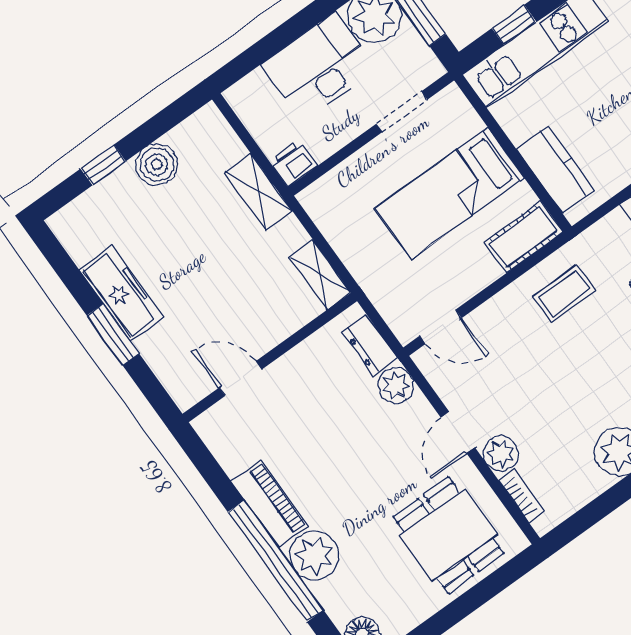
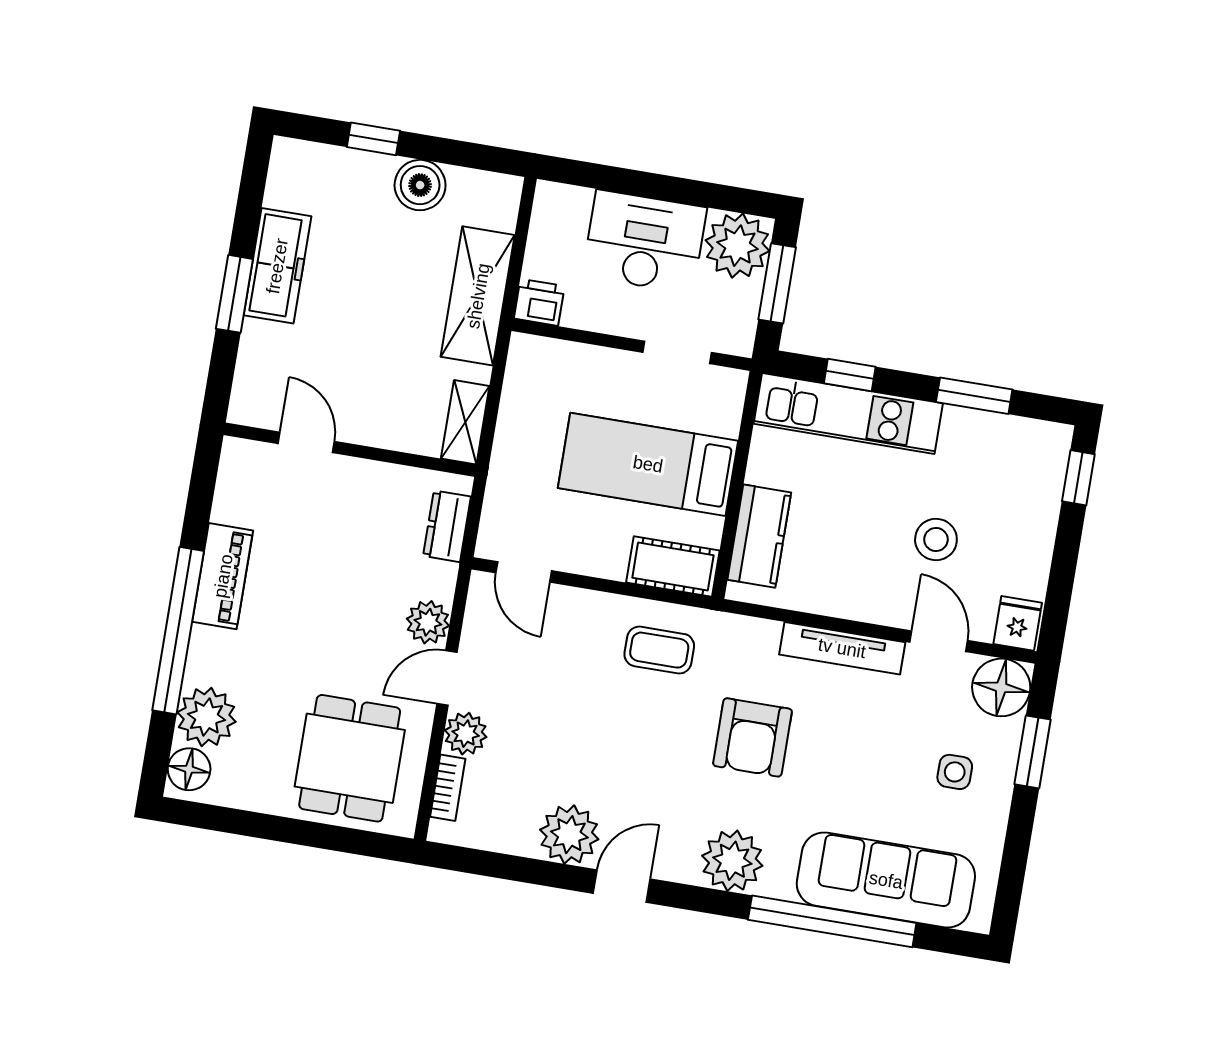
shelving: (259, 192) -> (478, 296), width x1.50, depth x1.33
plant: (396, 385) -> (428, 622), moved
plant: (314, 556) -> (207, 717), moved

